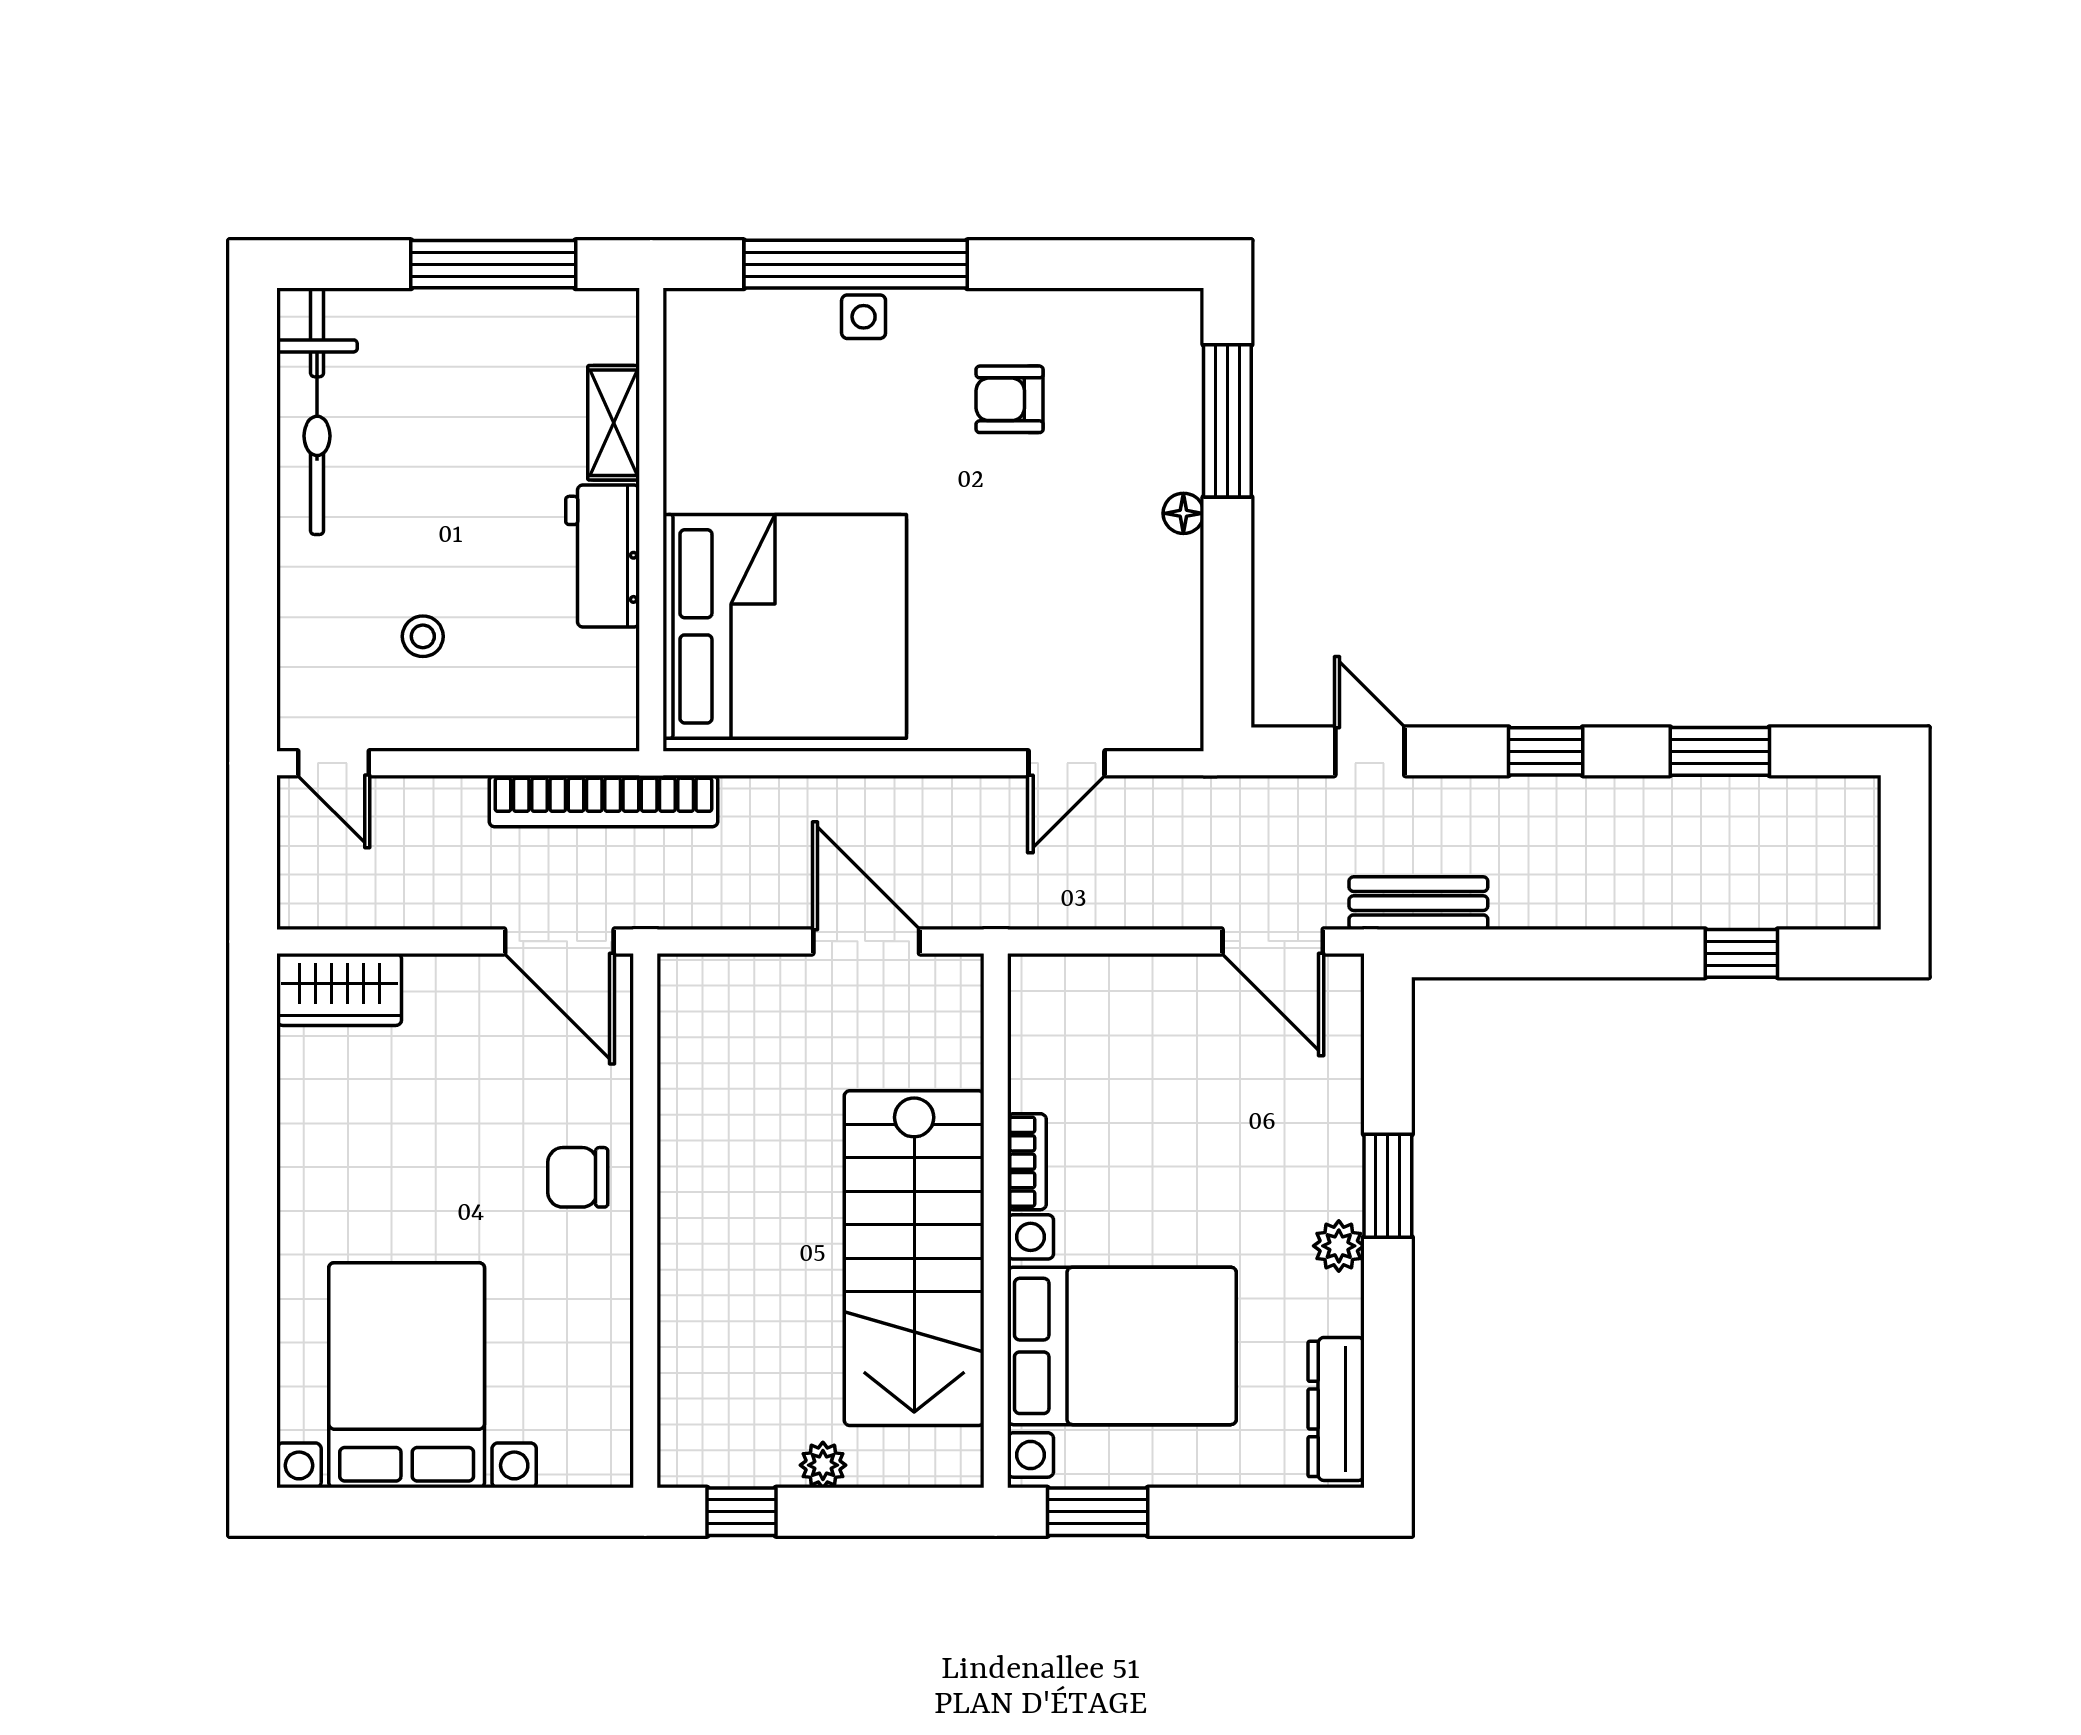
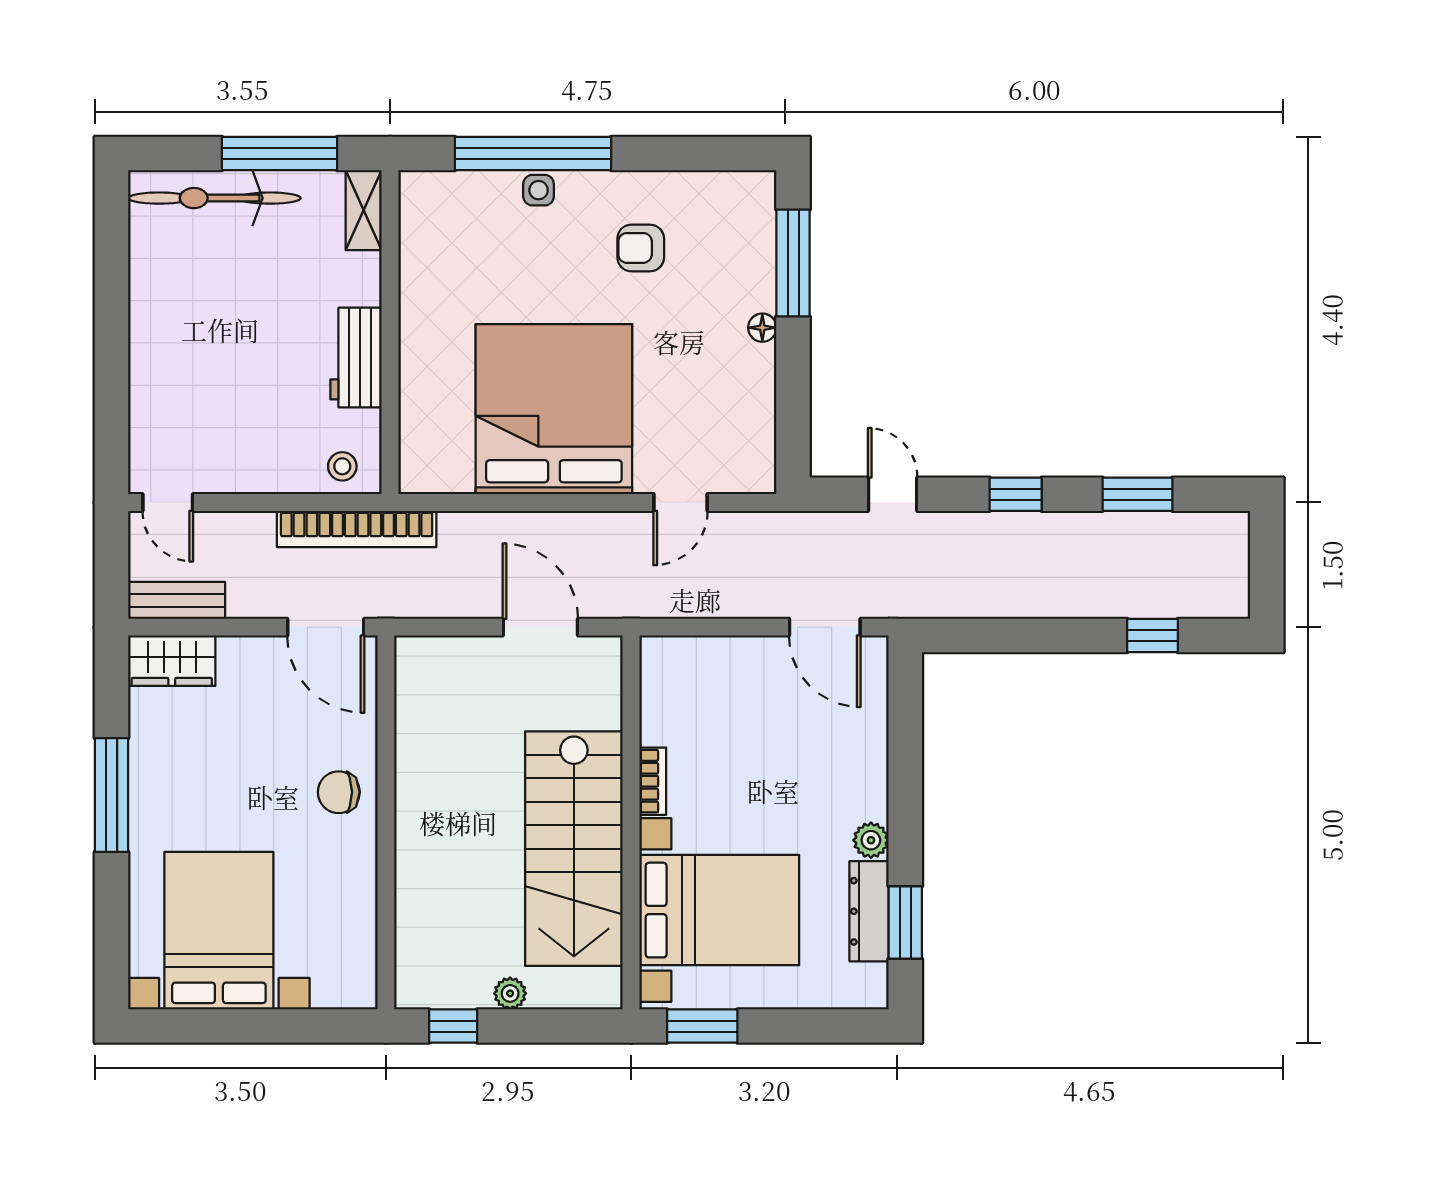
bicycle: (317, 411) -> (214, 198), moved, turned 90
shelving: (614, 423) -> (364, 210), moved
bed: (785, 626) -> (554, 409), moved, turned -90
stool: (423, 636) -> (342, 466), moved
bench: (1418, 903) -> (177, 600), moved
window: (253, 1181) -> (112, 795), added
window: (1388, 1186) -> (905, 923), moved
dresser: (1336, 1409) -> (869, 911), moved

